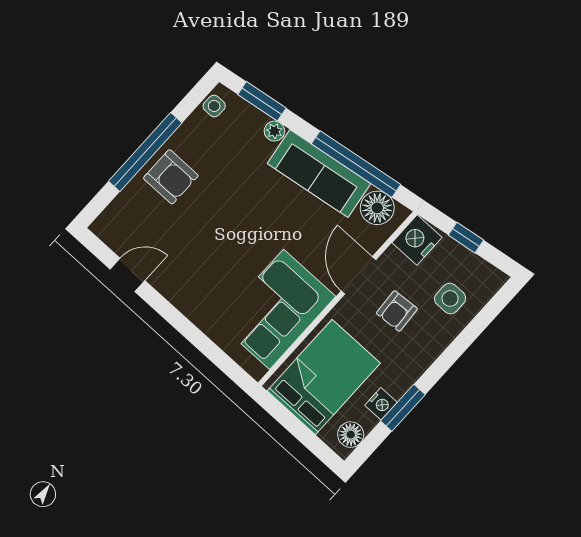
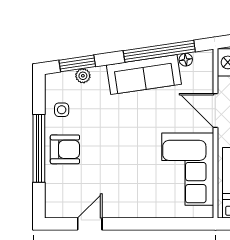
side table: (214, 106) -> (62, 110), moved
plant: (274, 131) -> (83, 76), moved
floor lamp: (377, 208) -> (186, 60), width x0.53, depth x0.53

